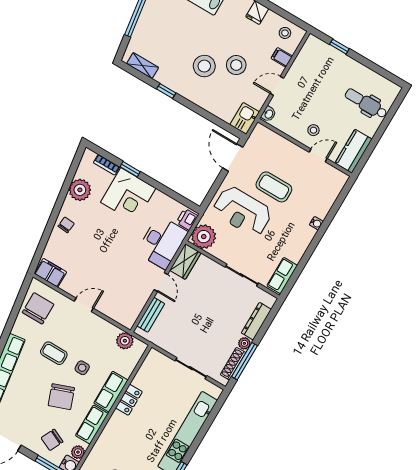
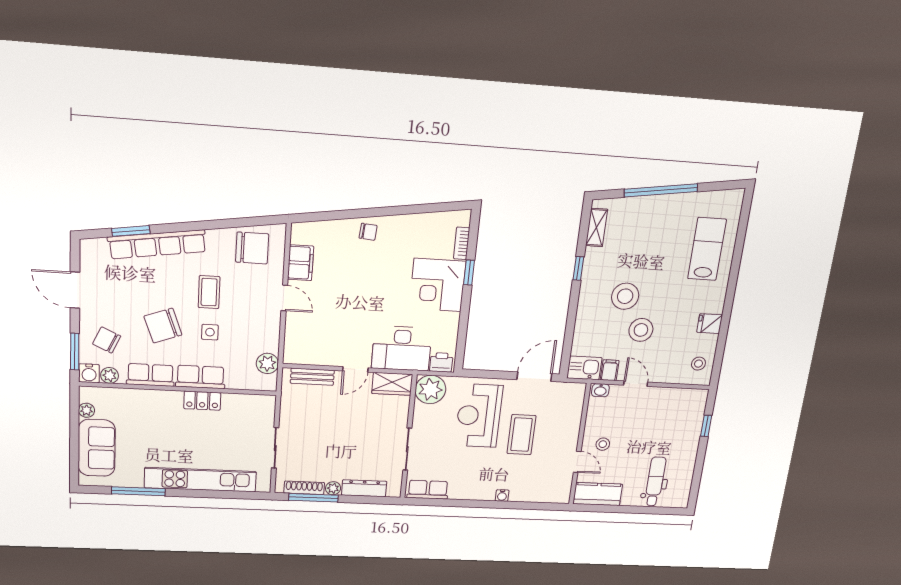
filing cabinet: (282, 57) -> (610, 370), moved
plant: (80, 190) -> (417, 227), removed
filing cabinet: (50, 273) -> (301, 263), moved

